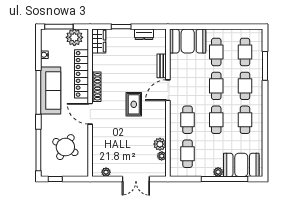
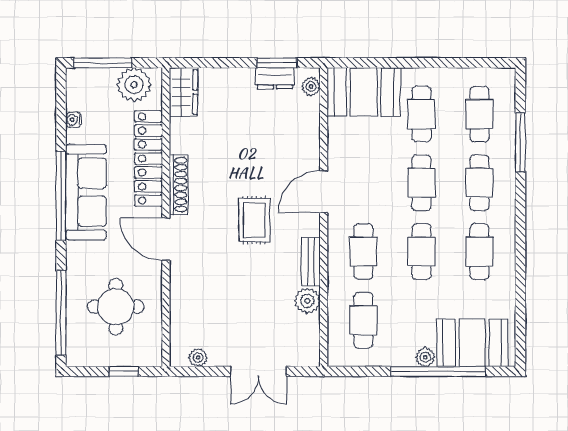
window: (121, 27) -> (277, 63), moved
bench: (162, 66) -> (311, 262), moved
round table: (65, 147) -> (116, 307), turned -30
plant: (162, 156) -> (311, 86), moved
window: (55, 179) -> (124, 371), moved

